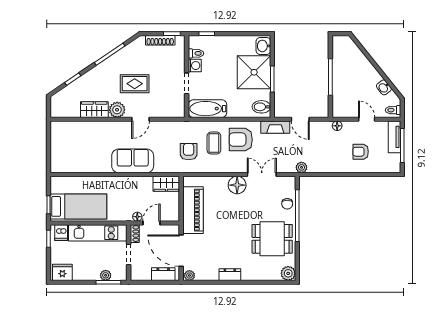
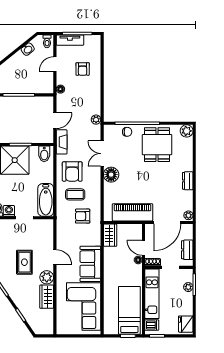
corner sofa: (83, 153) -> (84, 306), added
dresser: (163, 274) -> (187, 250), moved

